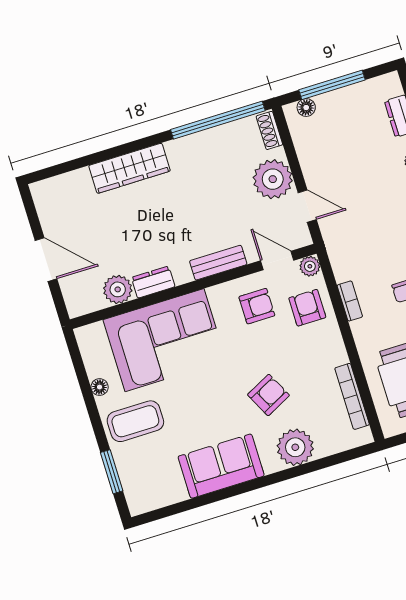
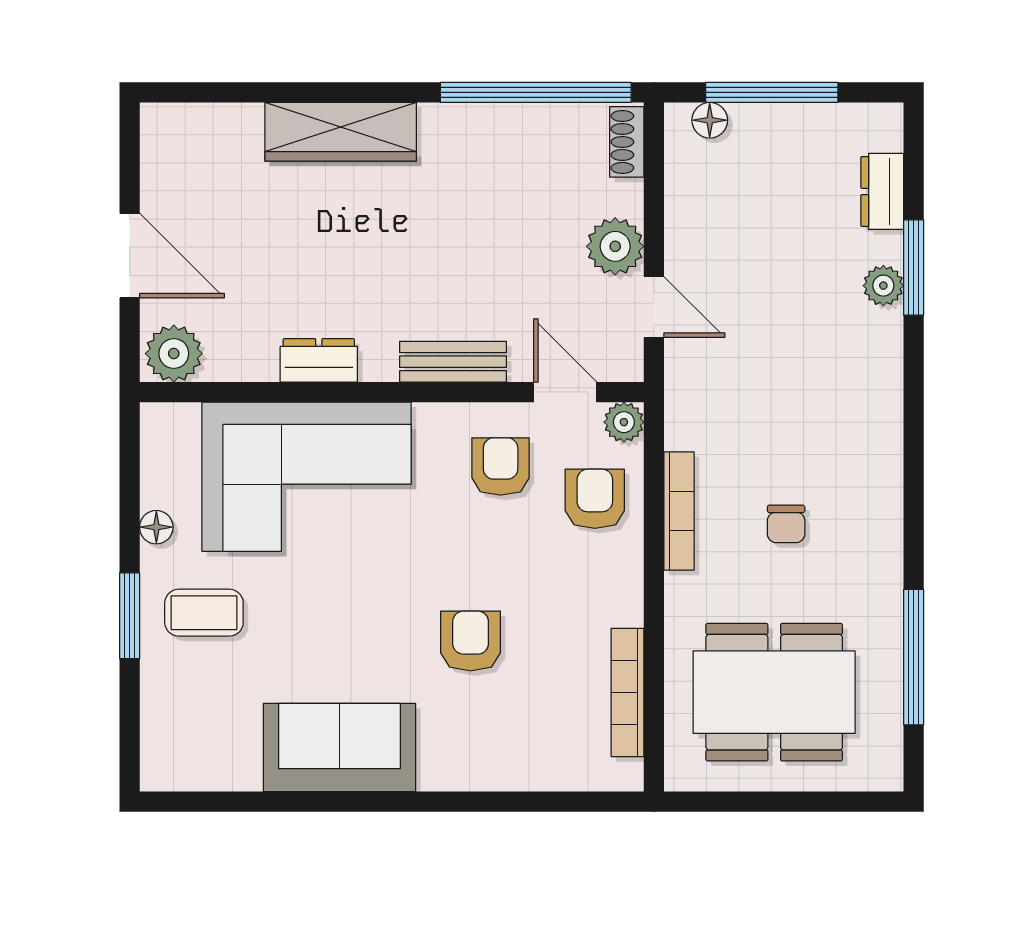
plant: (273, 179) -> (615, 246), width x0.73, depth x0.73
plant: (118, 289) -> (174, 354), moved
bookcase: (350, 301) -> (679, 511), width x1.56
armchair: (257, 306) -> (501, 467), turned -90
armchair: (268, 395) -> (471, 641), turned -63
coffee table: (135, 421) -> (204, 613), width x0.73, depth x0.77
plant: (295, 447) -> (491, 755), removed
window: (112, 472) -> (130, 616), moved

